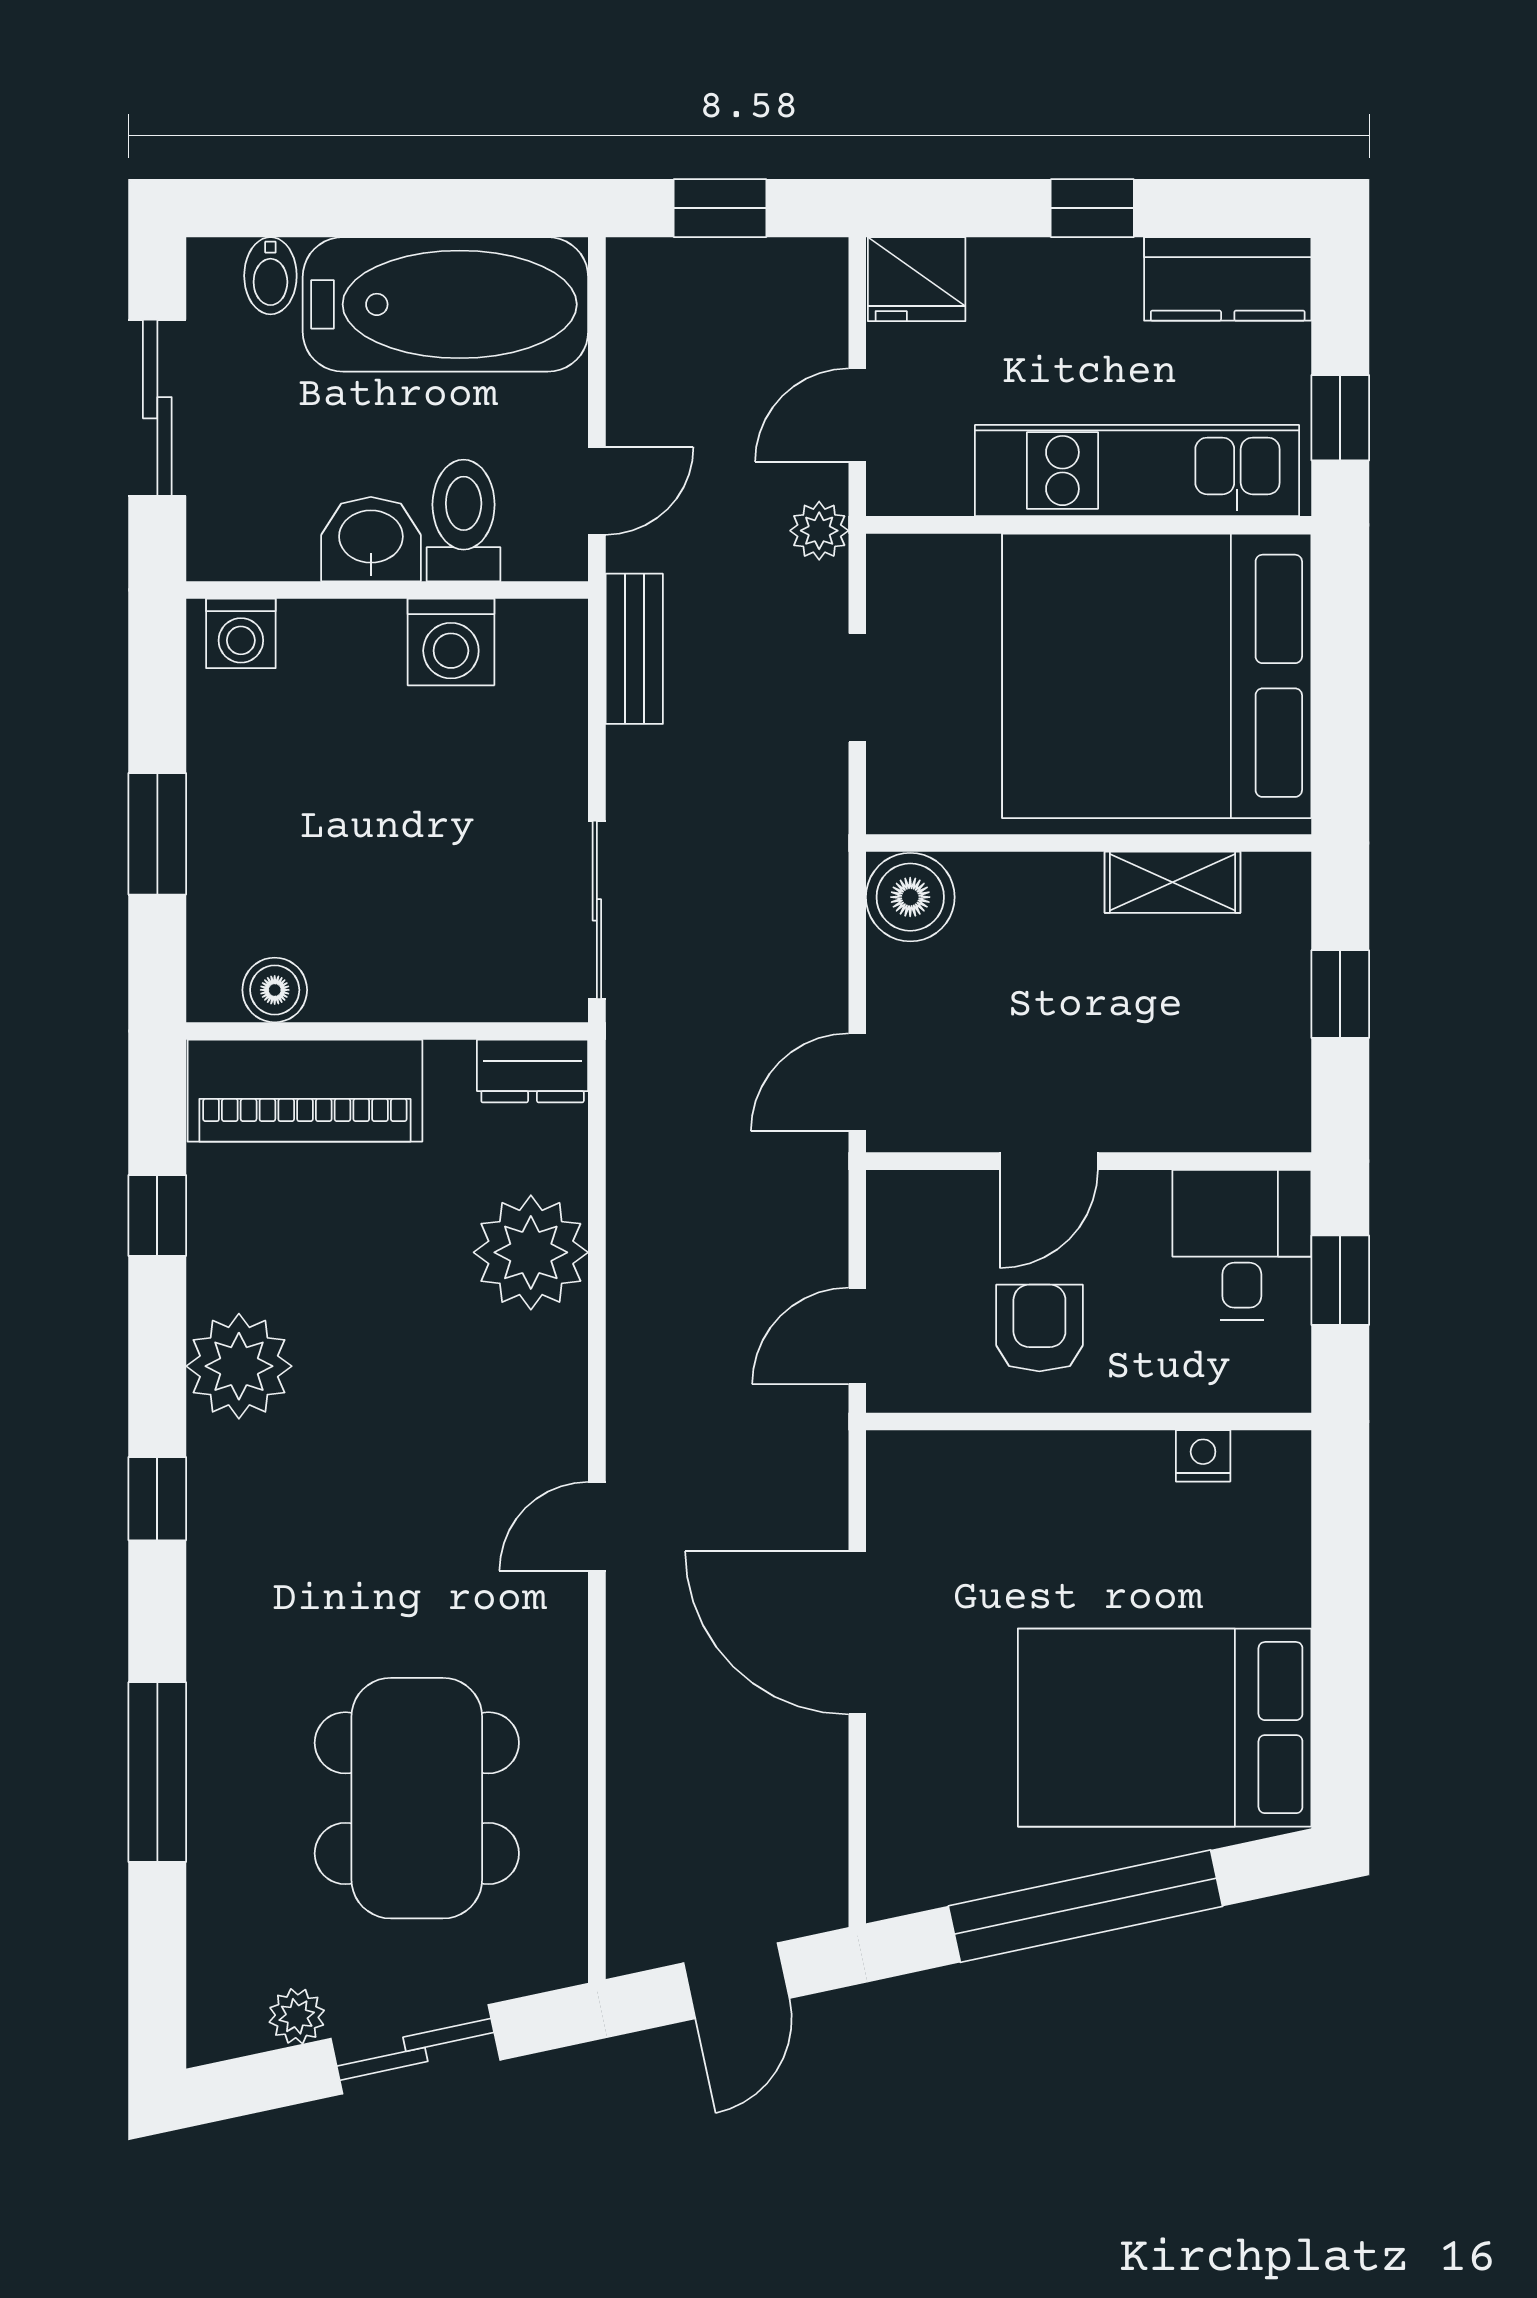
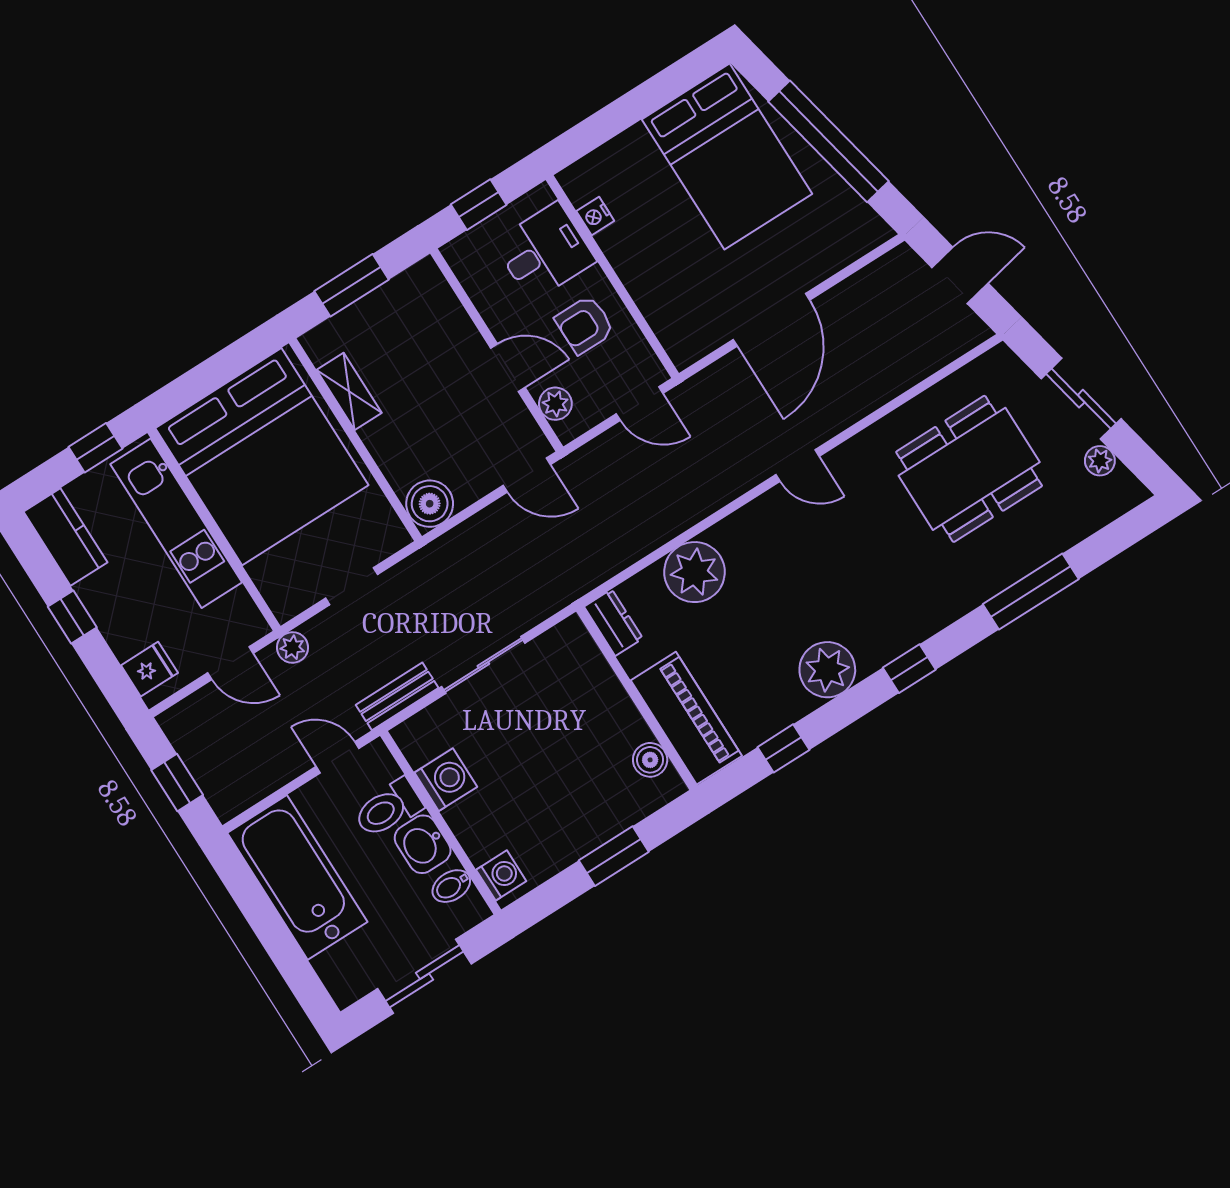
bidet: (270, 276) -> (451, 886), moved, turned 180
fridge: (917, 279) -> (149, 669), width x0.72
sliding door: (597, 910) -> (483, 665), moved
window: (1340, 994) -> (351, 285), width x1.50
plant: (943, 1201) -> (555, 404), added
desk: (1242, 1245) -> (544, 252), moved, turned 180

